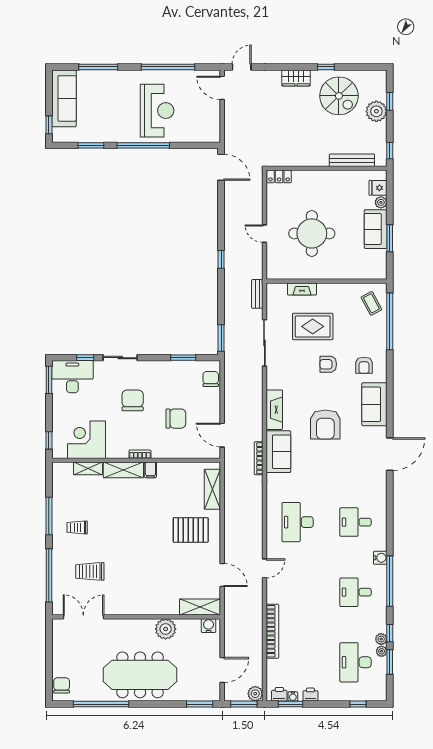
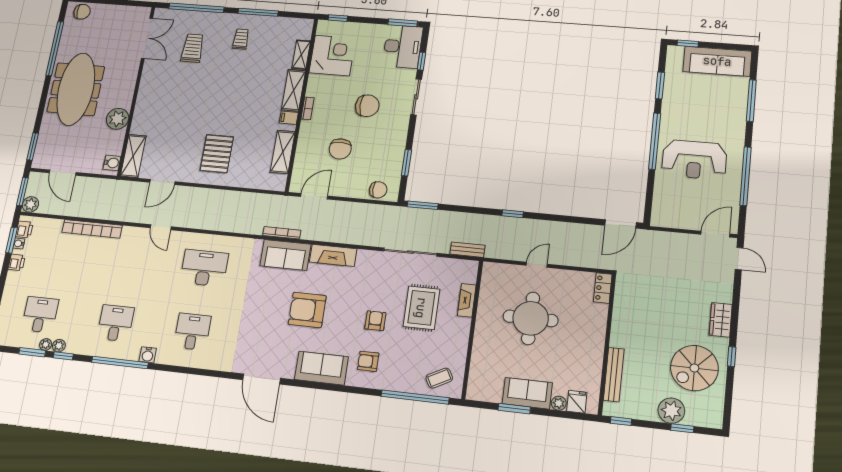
shelving: (212, 489) -> (283, 152), moved, turned 90
desk: (355, 662) -> (40, 315), width x0.73

